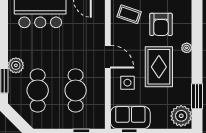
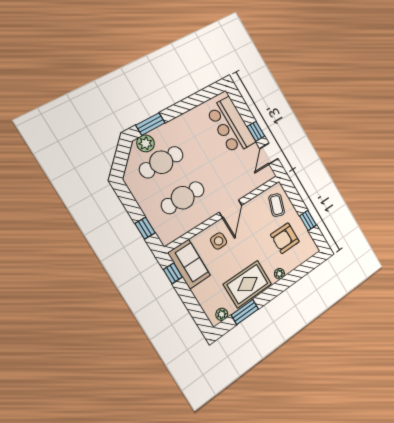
plant: (16, 65) -> (146, 143), moved
rug: (159, 67) -> (248, 284), moved
plant: (181, 116) -> (222, 314), width x0.53, depth x0.53

